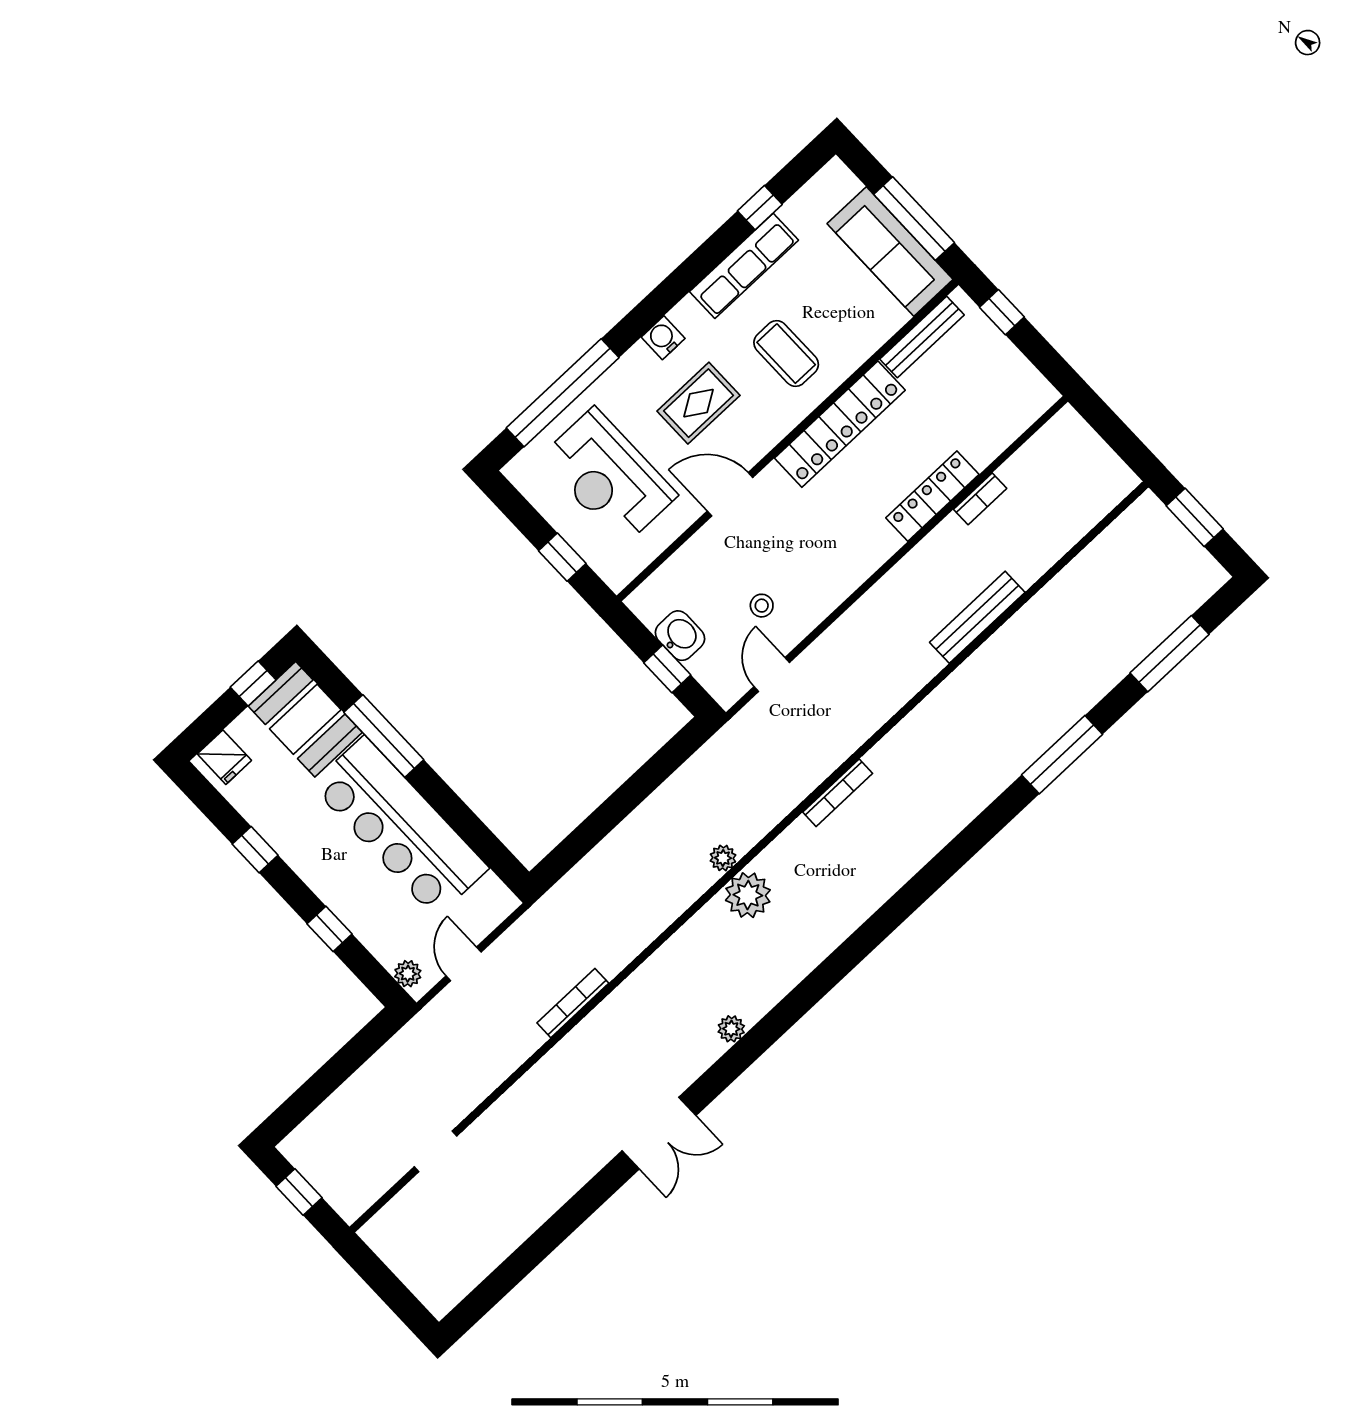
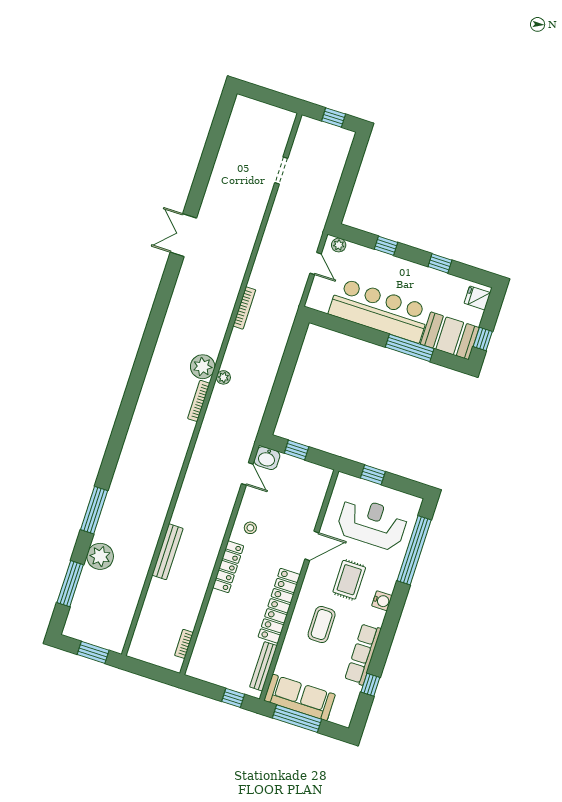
coffee table: (786, 354) -> (322, 625), turned 90
locker: (932, 496) -> (228, 567), moved
bookcase: (980, 499) -> (184, 644), moved
stool: (762, 606) -> (250, 528), moved
washbasin: (680, 636) -> (267, 458), moved
bookcase: (838, 793) -> (199, 401), moved
bookcase: (573, 1003) -> (244, 308), moved
plant: (731, 1029) -> (100, 556), moved, width x1.87, depth x1.87

